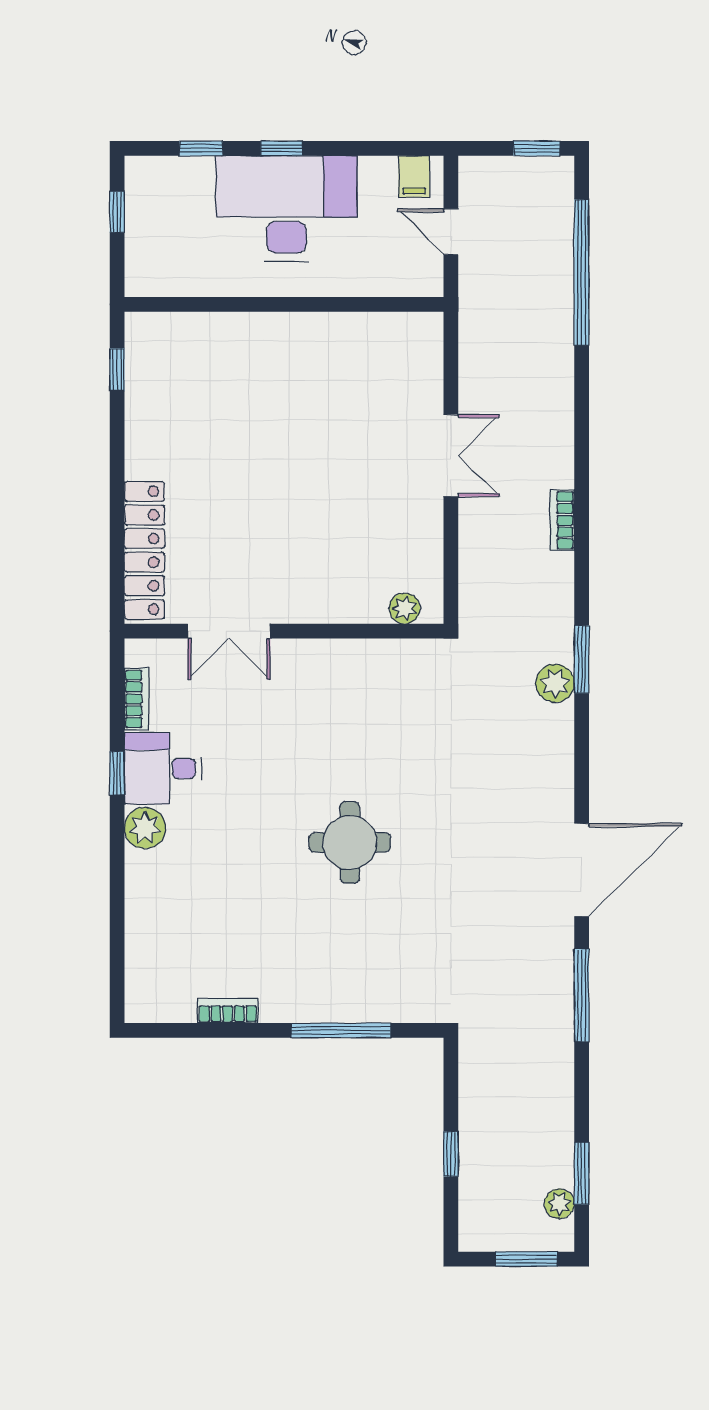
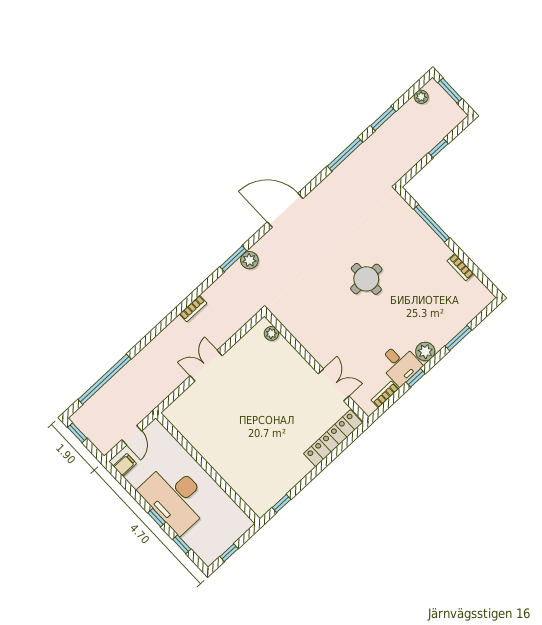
door: (582, 870) -> (285, 210), moved
window: (117, 901) -> (458, 338), added
window: (582, 1173) -> (383, 118), moved

